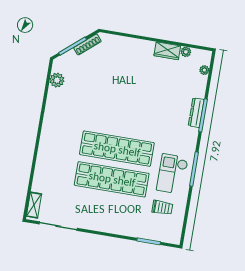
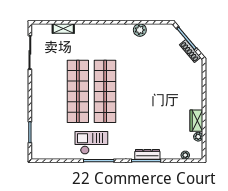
plant: (57, 80) -> (140, 30), moved
shelving: (34, 205) -> (63, 29), moved
trolley: (162, 208) -> (61, 139), removed

